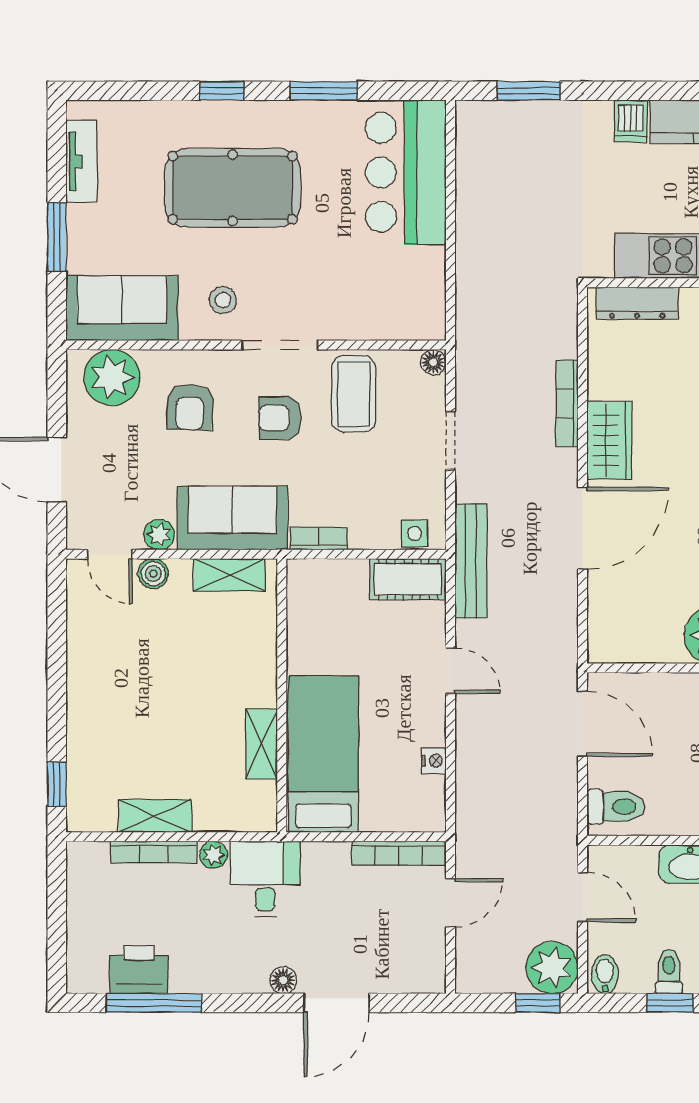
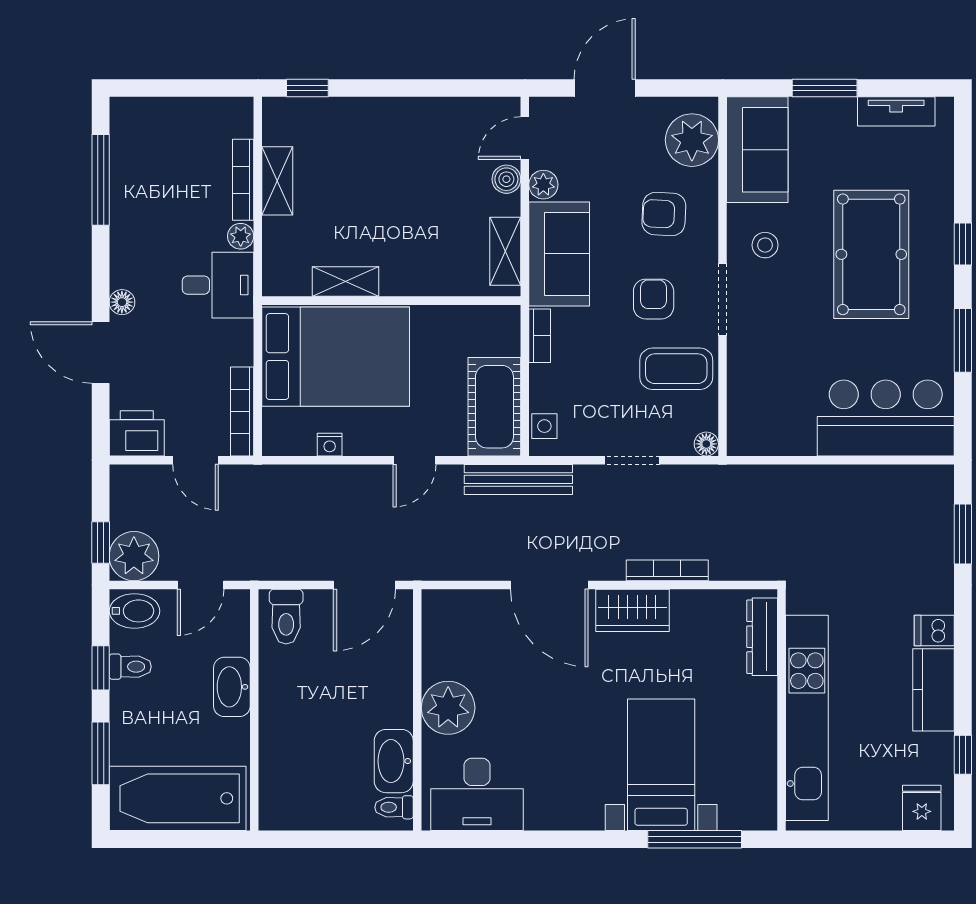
cot: (408, 579) -> (494, 407), width x1.37, depth x1.34
bed: (323, 754) -> (336, 357), width x1.50
printer: (139, 970) -> (137, 433), moved, turned -90
bidet: (605, 974) -> (134, 611), width x1.38, depth x1.36

